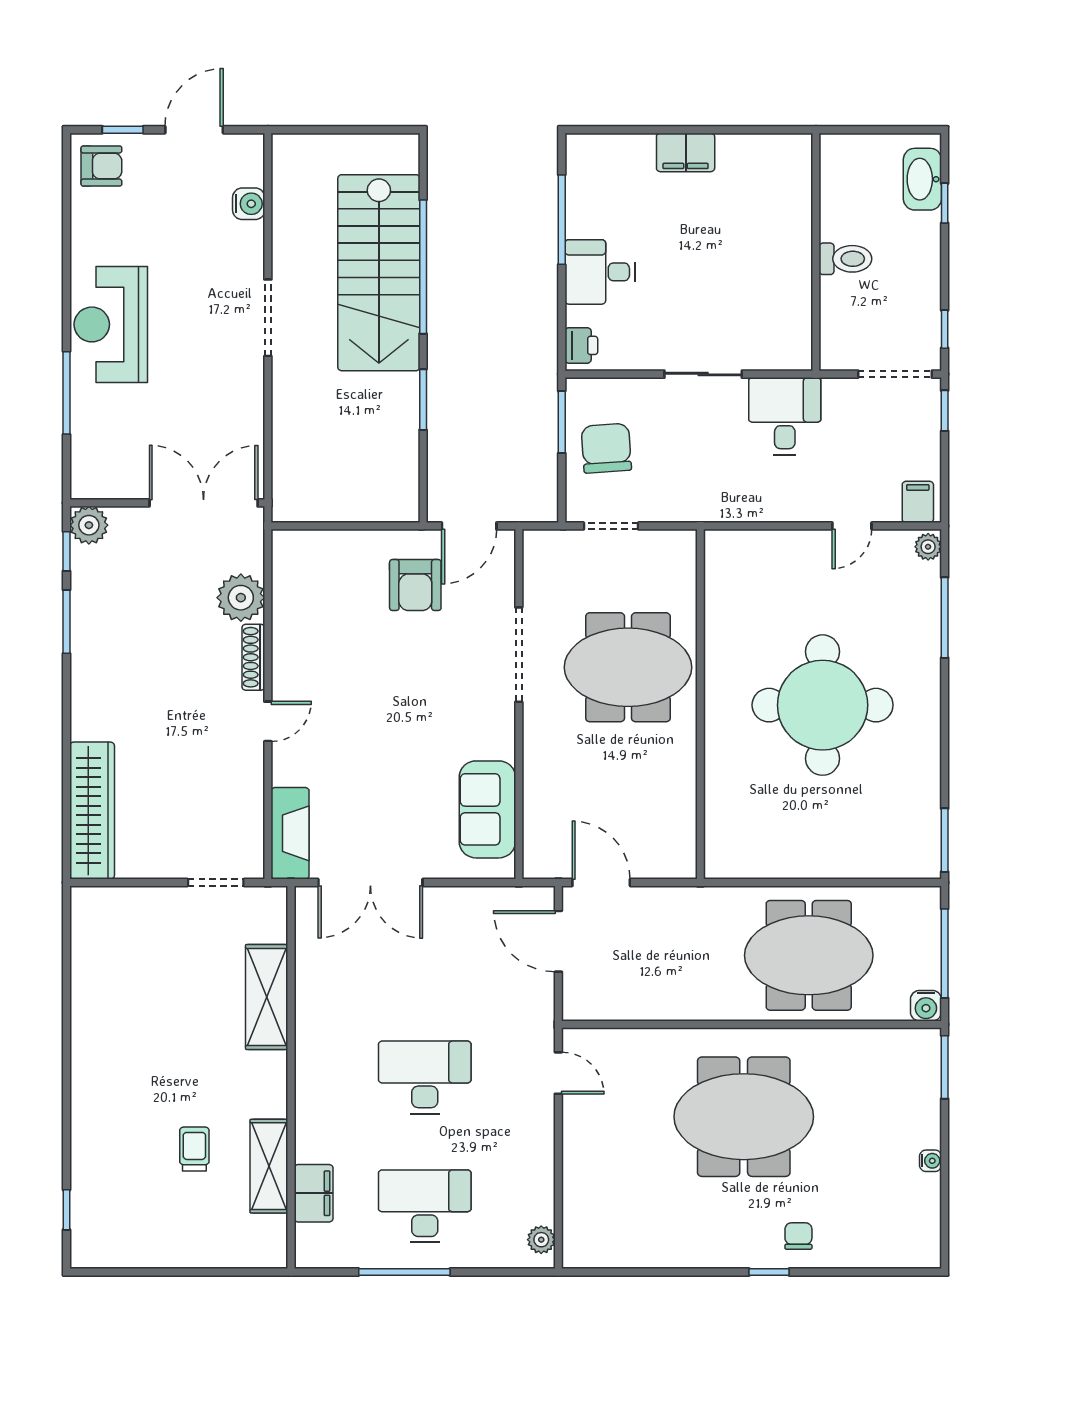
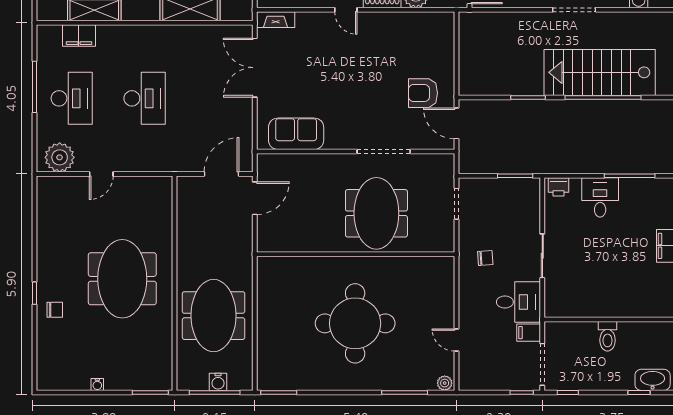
chair: (606, 448) -> (485, 258), moved, width x0.54, depth x0.54
filing cabinet: (918, 502) -> (529, 333), moved, turned 180
fireplace: (290, 833) -> (276, 20), width x0.73, depth x0.76
water cooler: (926, 1006) -> (218, 382), moved, turned -90
door: (558, 1073) -> (101, 174), moved
plant: (541, 1240) -> (60, 157), width x1.88, depth x1.88

